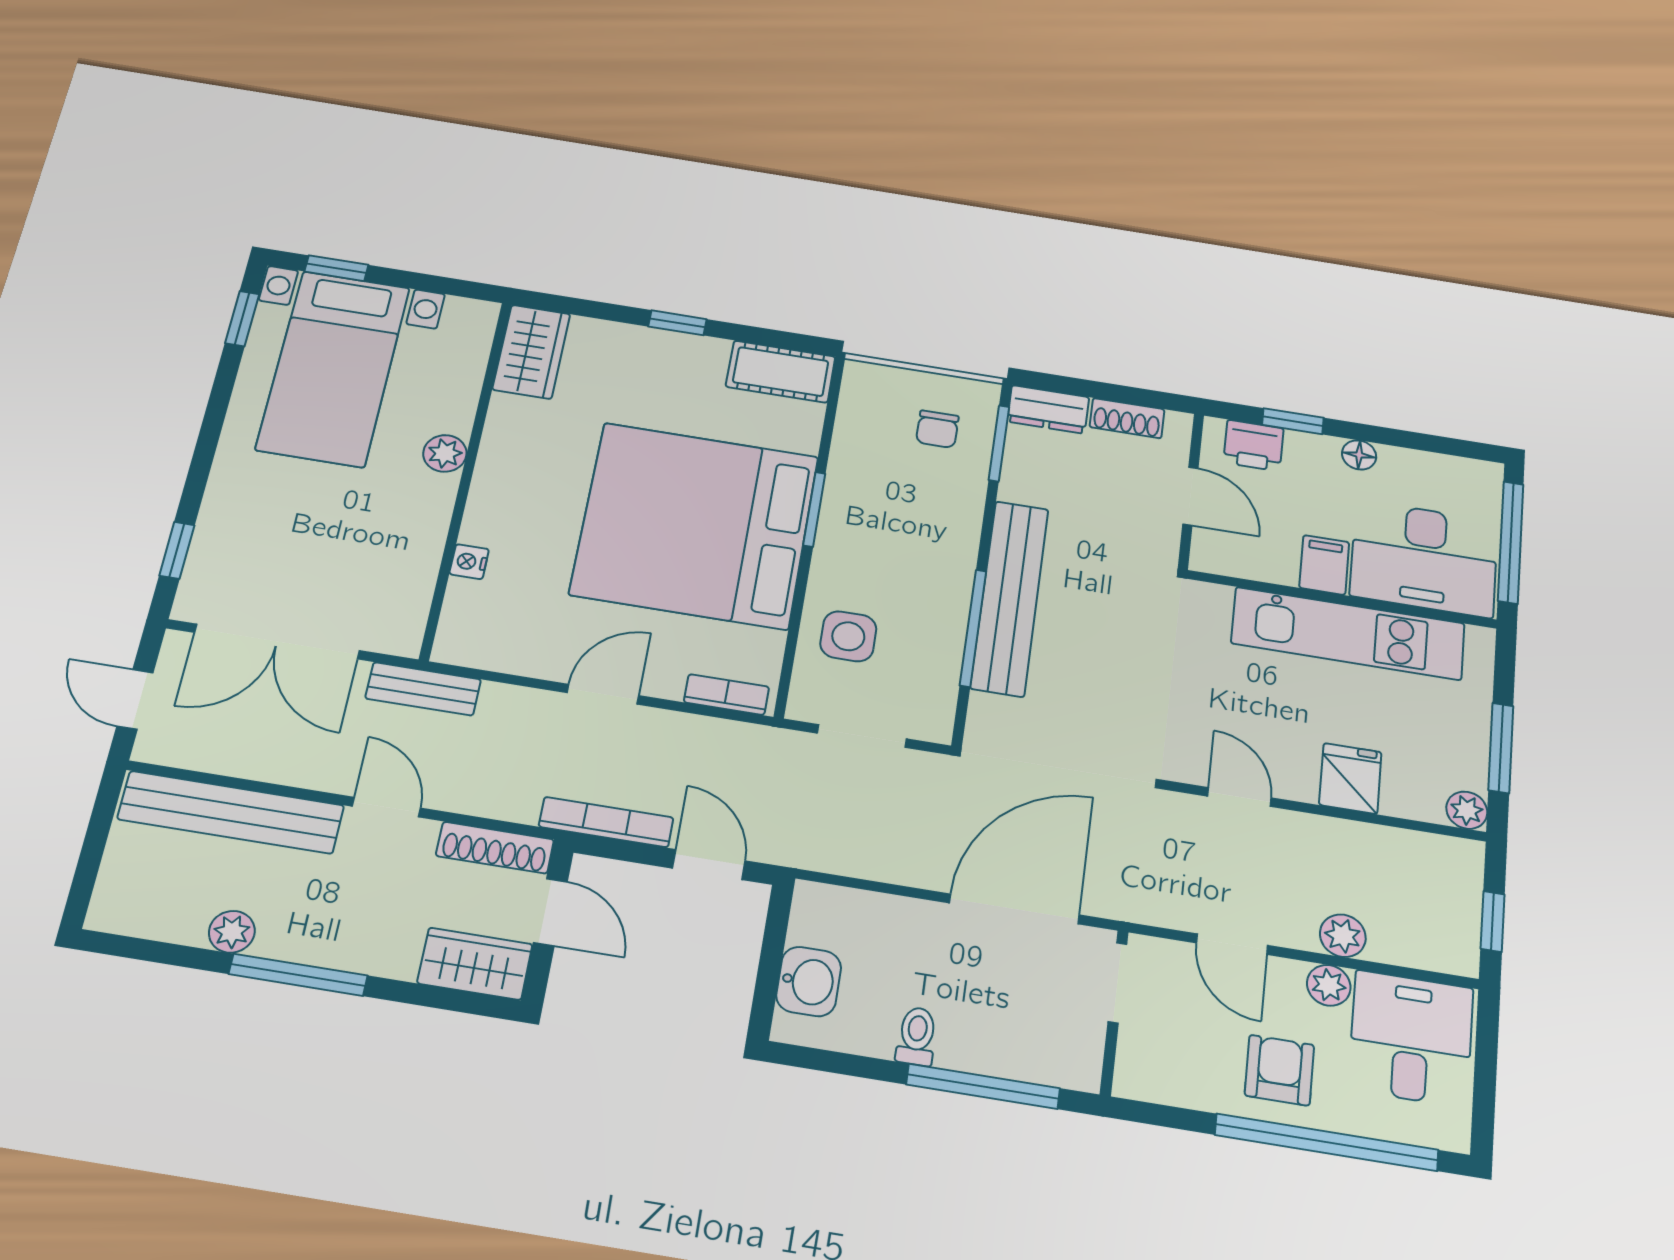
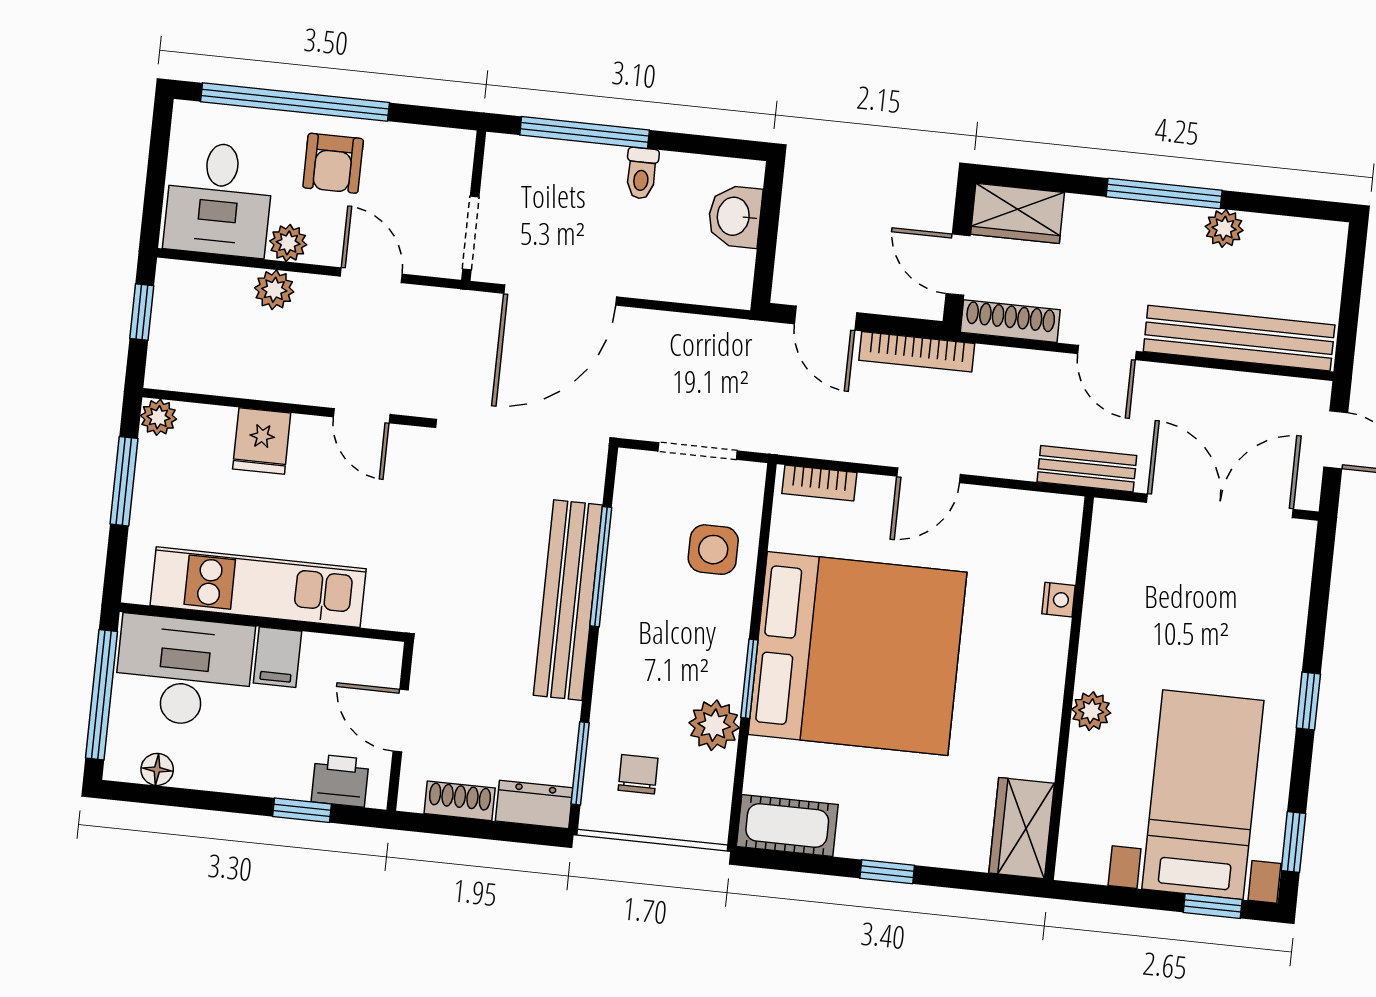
floor lamp: (1359, 455) -> (157, 769), moved
plant: (854, 469) -> (714, 725), added
window: (177, 550) -> (1308, 701), moved

